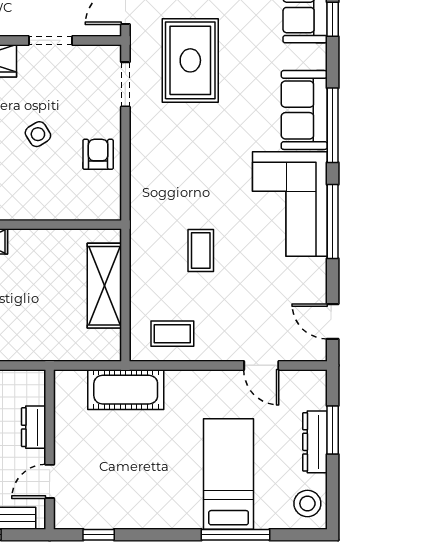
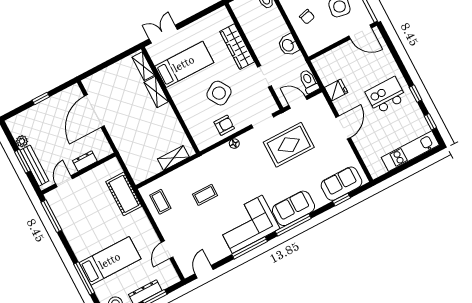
side table: (38, 134) -> (219, 93), width x1.87, depth x1.87
floor lamp: (139, 153) -> (234, 144), added
shelving: (104, 286) -> (173, 158), width x0.67, depth x0.75
door: (50, 481) -> (64, 181), hinge flipped
window: (99, 535) -> (51, 216), width x2.17

